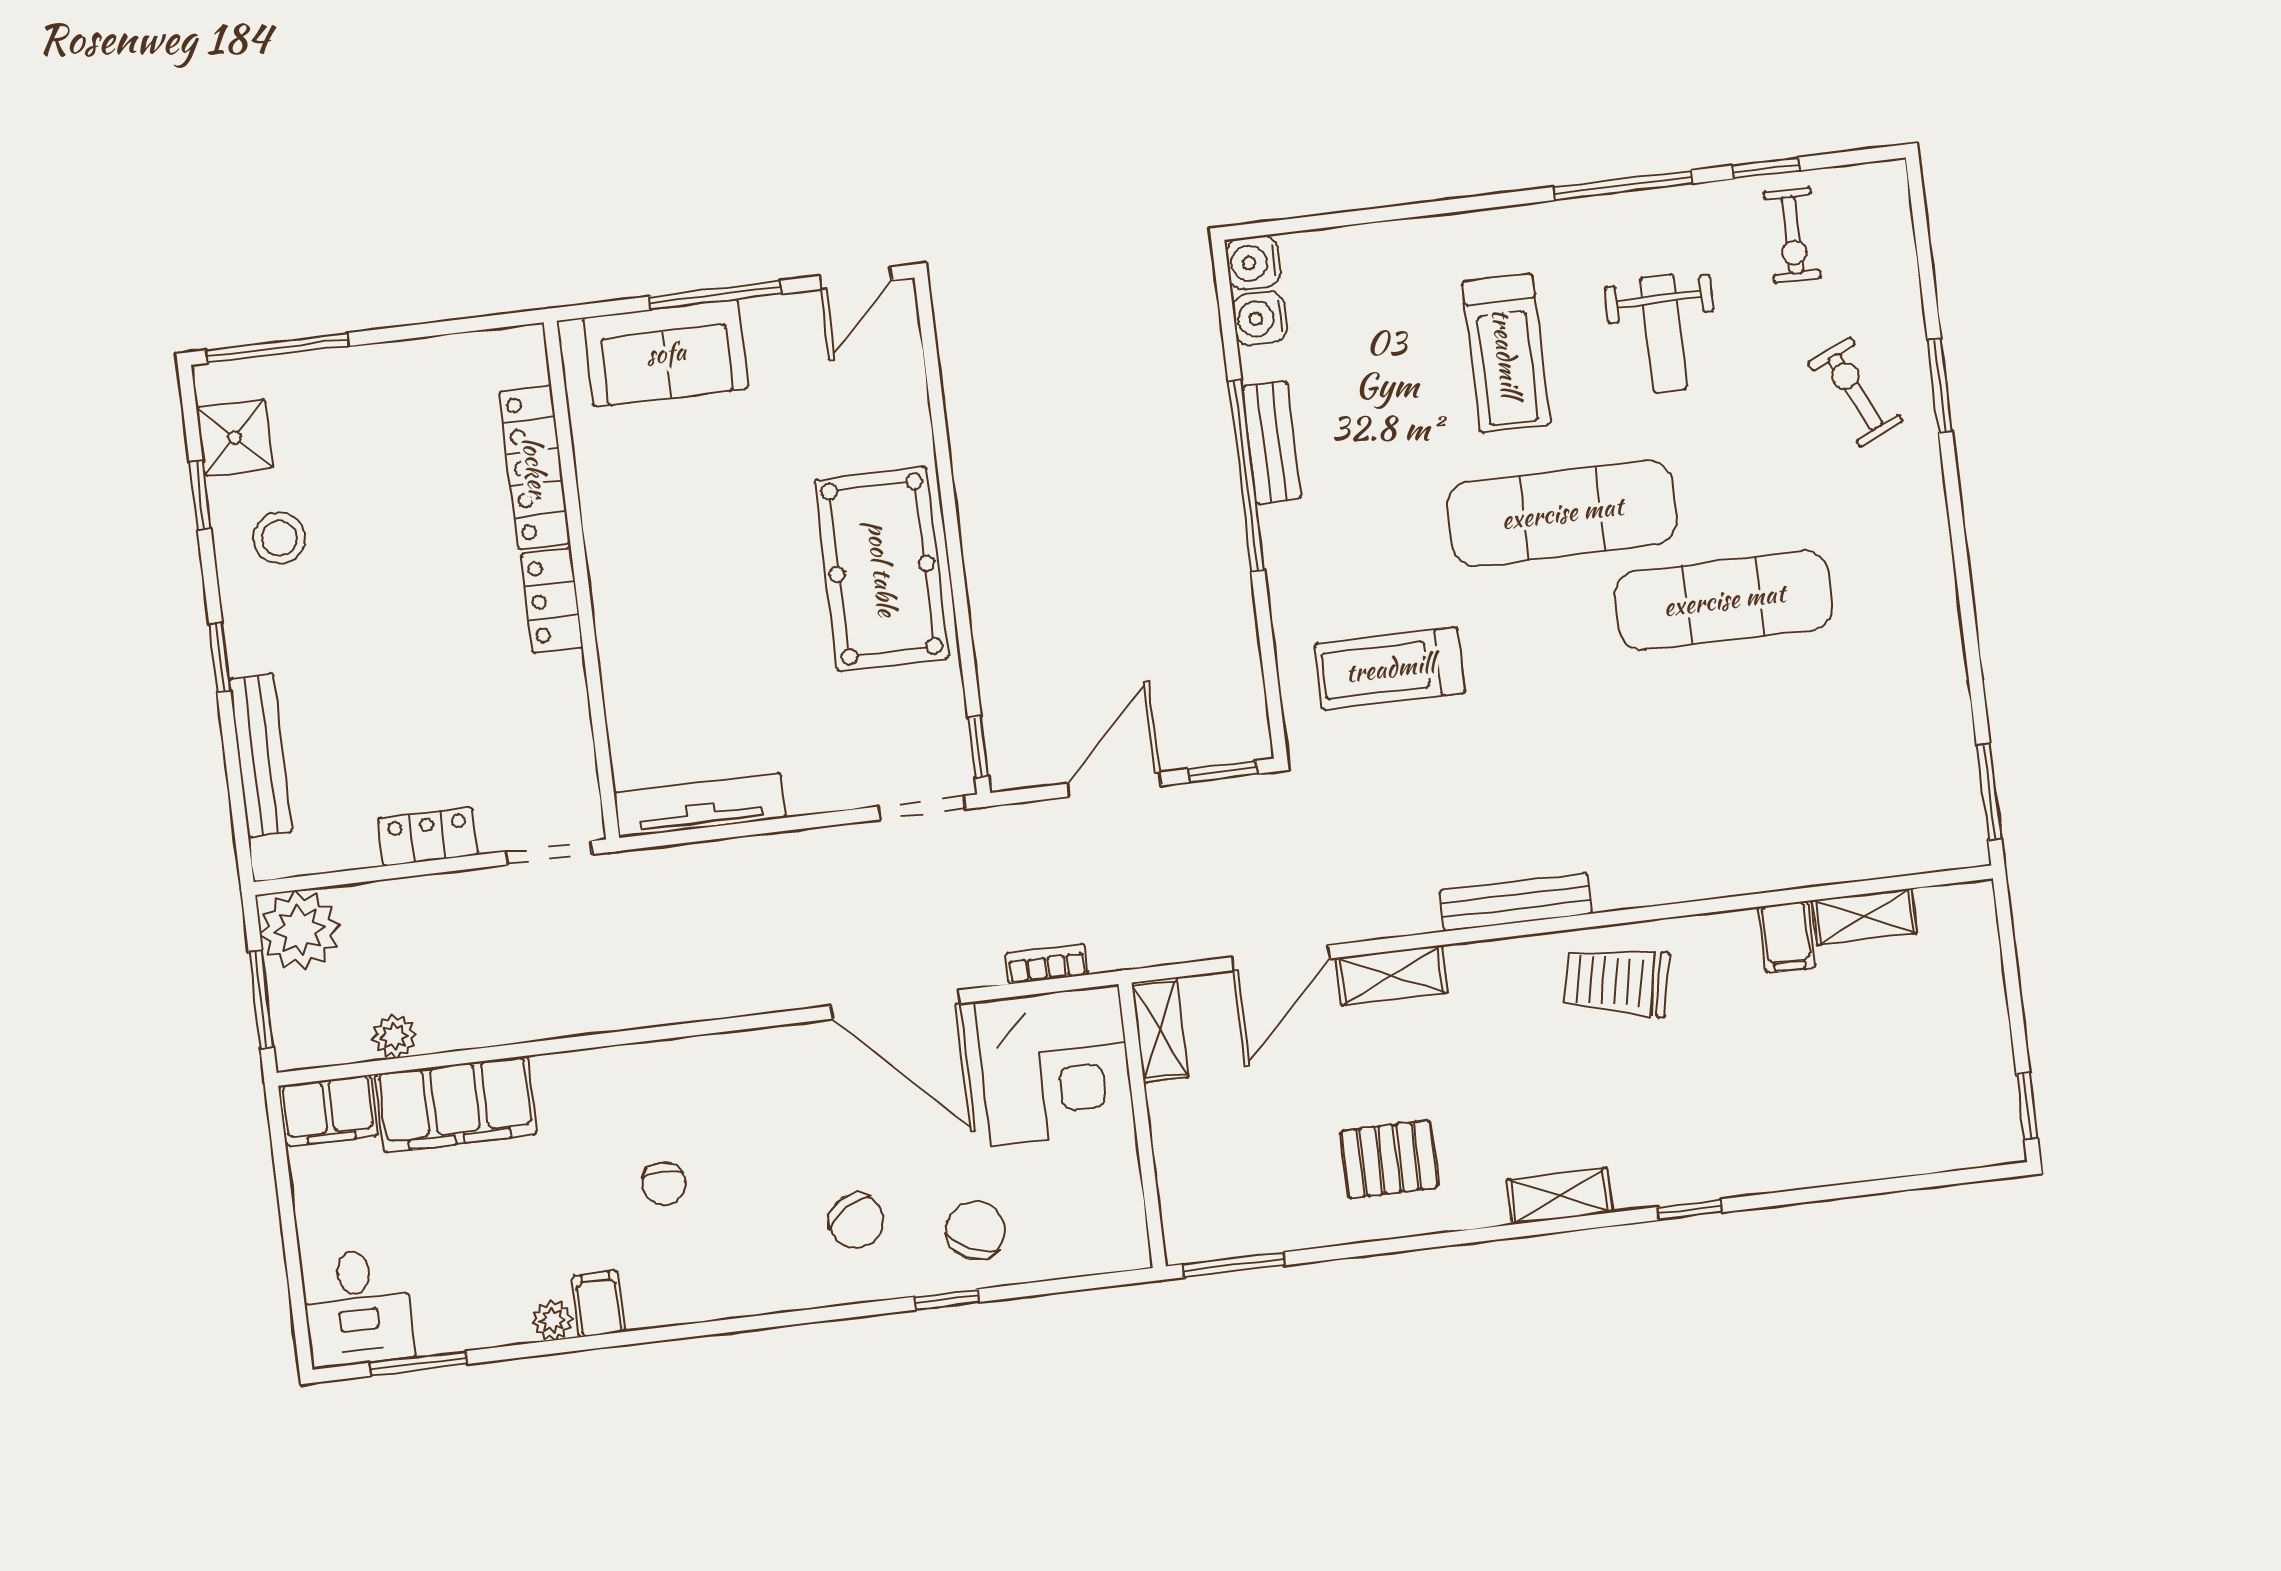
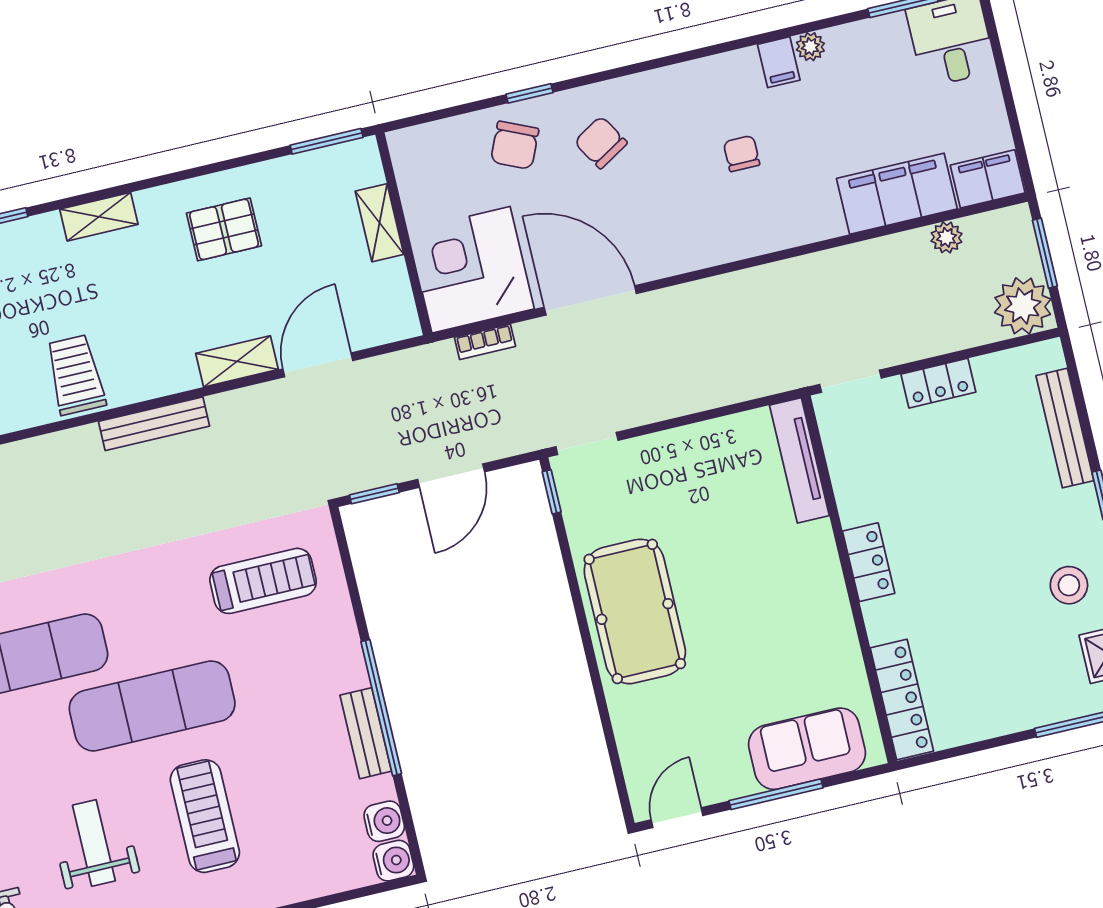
locker: (535, 467) -> (902, 699), moved
tv unit: (700, 805) -> (799, 460), moved, turned 90
trolley: (1616, 982) -> (75, 375), turned -101
shelving: (1160, 1030) -> (379, 223), moved

